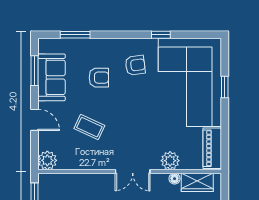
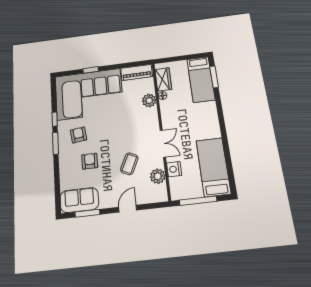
window: (75, 35) -> (55, 143), moved
sofa: (51, 77) -> (79, 200), moved
plant: (47, 160) -> (158, 176), moved
double door: (133, 172) -> (163, 144), moved
nightstand: (76, 181) -> (174, 169), added

